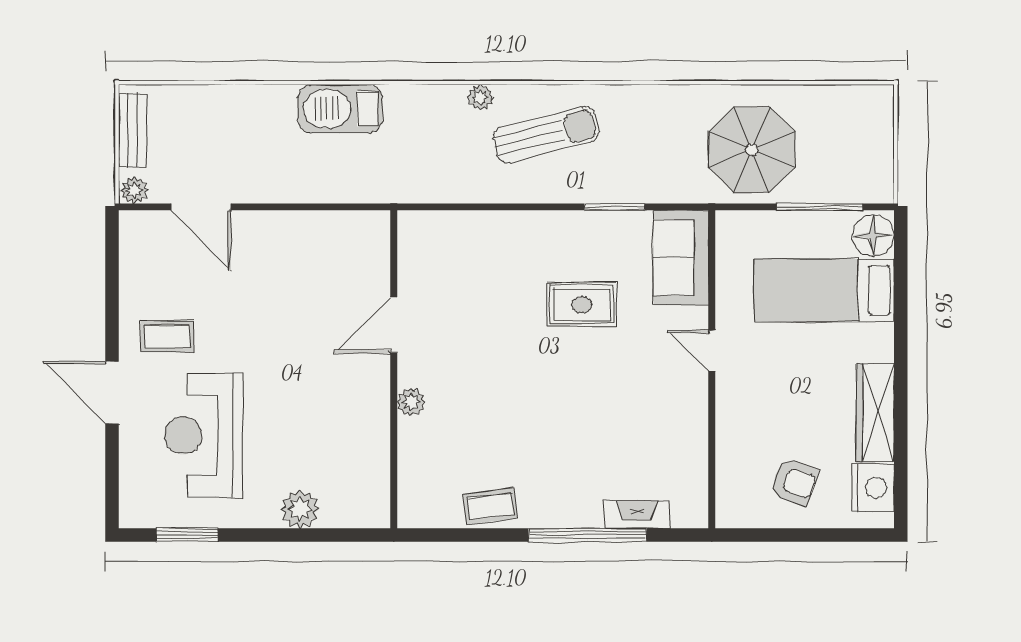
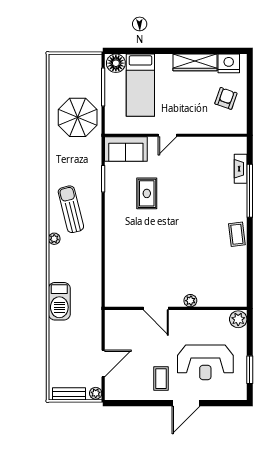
door: (394, 325) -> (156, 308), moved
wall: (394, 369) -> (176, 308), moved
plant: (411, 402) -> (190, 301), moved

